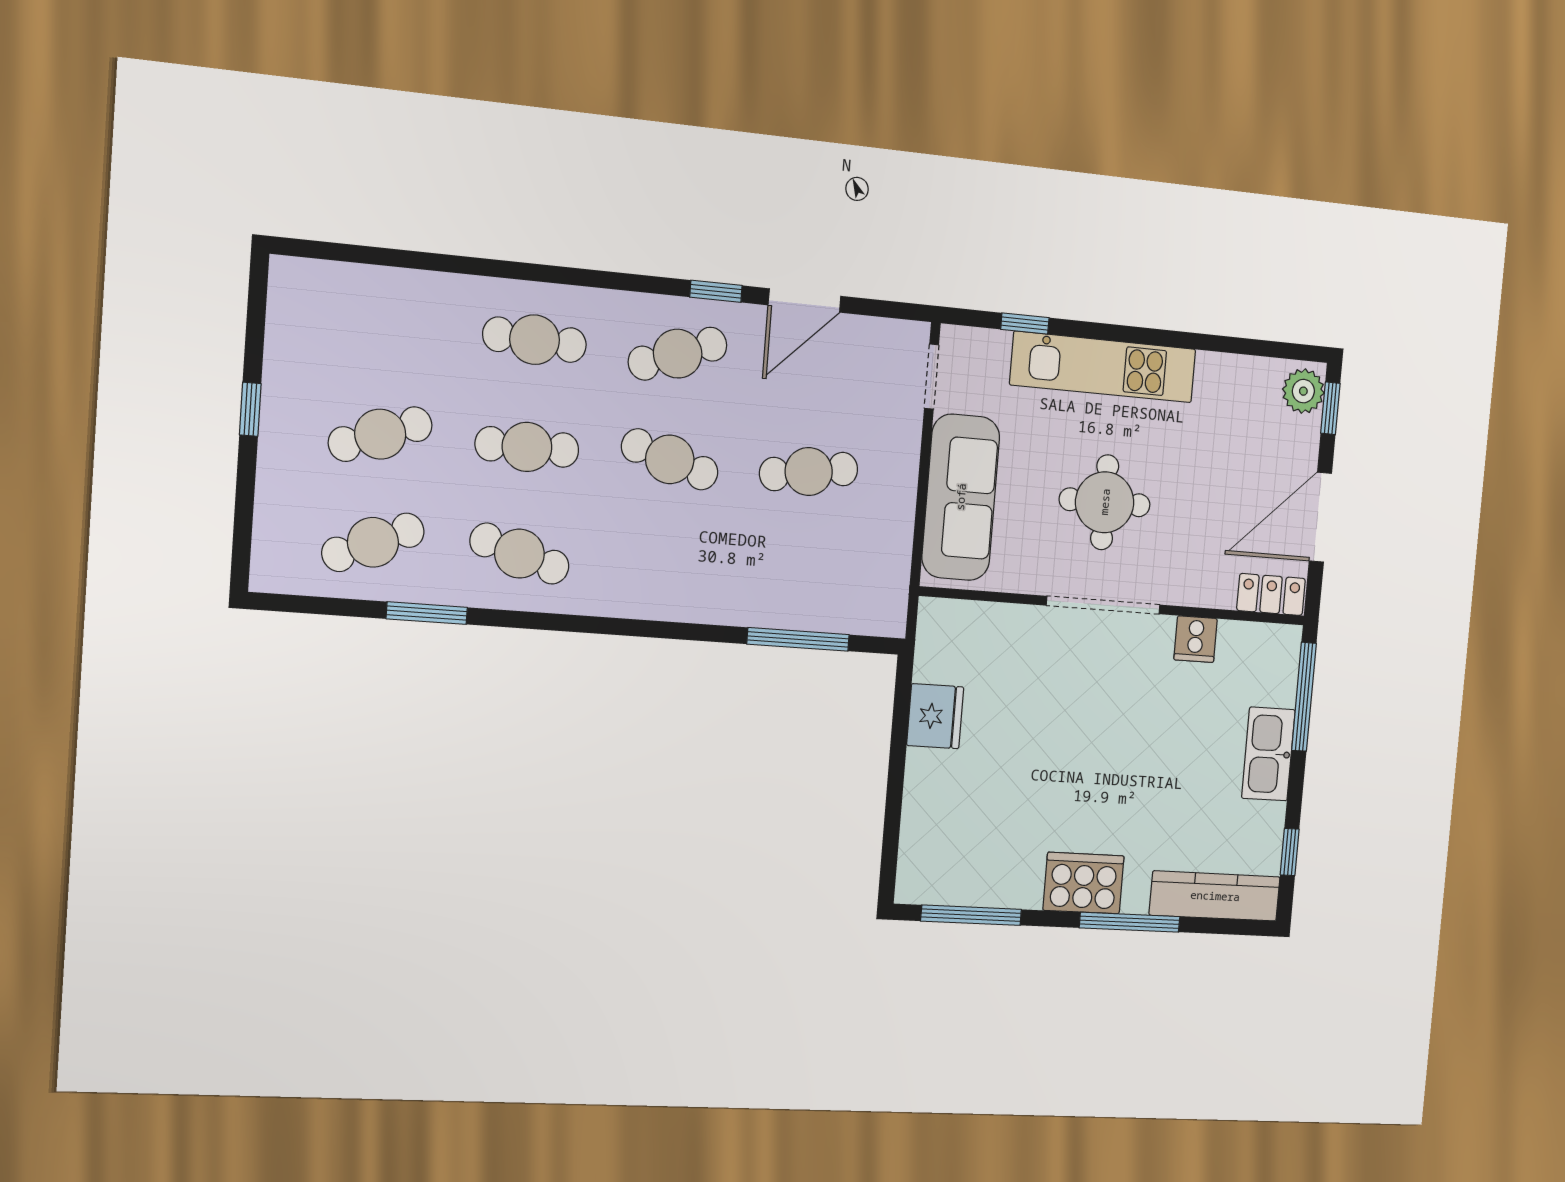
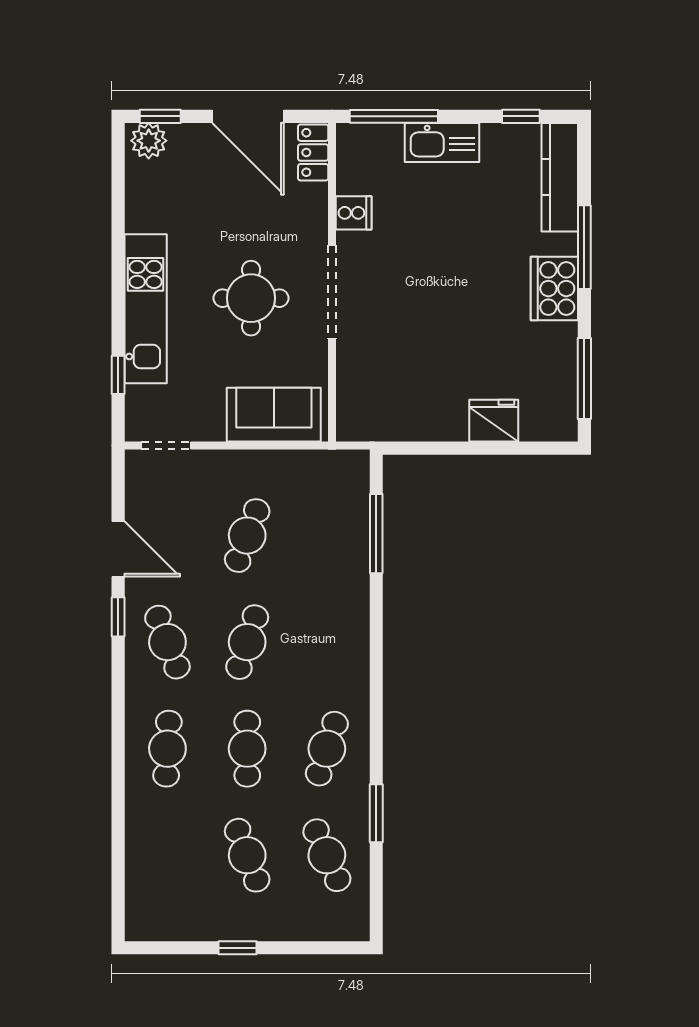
cafe table: (809, 472) -> (247, 536), turned 30
sofa: (961, 497) -> (274, 415), width x0.73
fridge: (935, 716) -> (494, 421), moved

